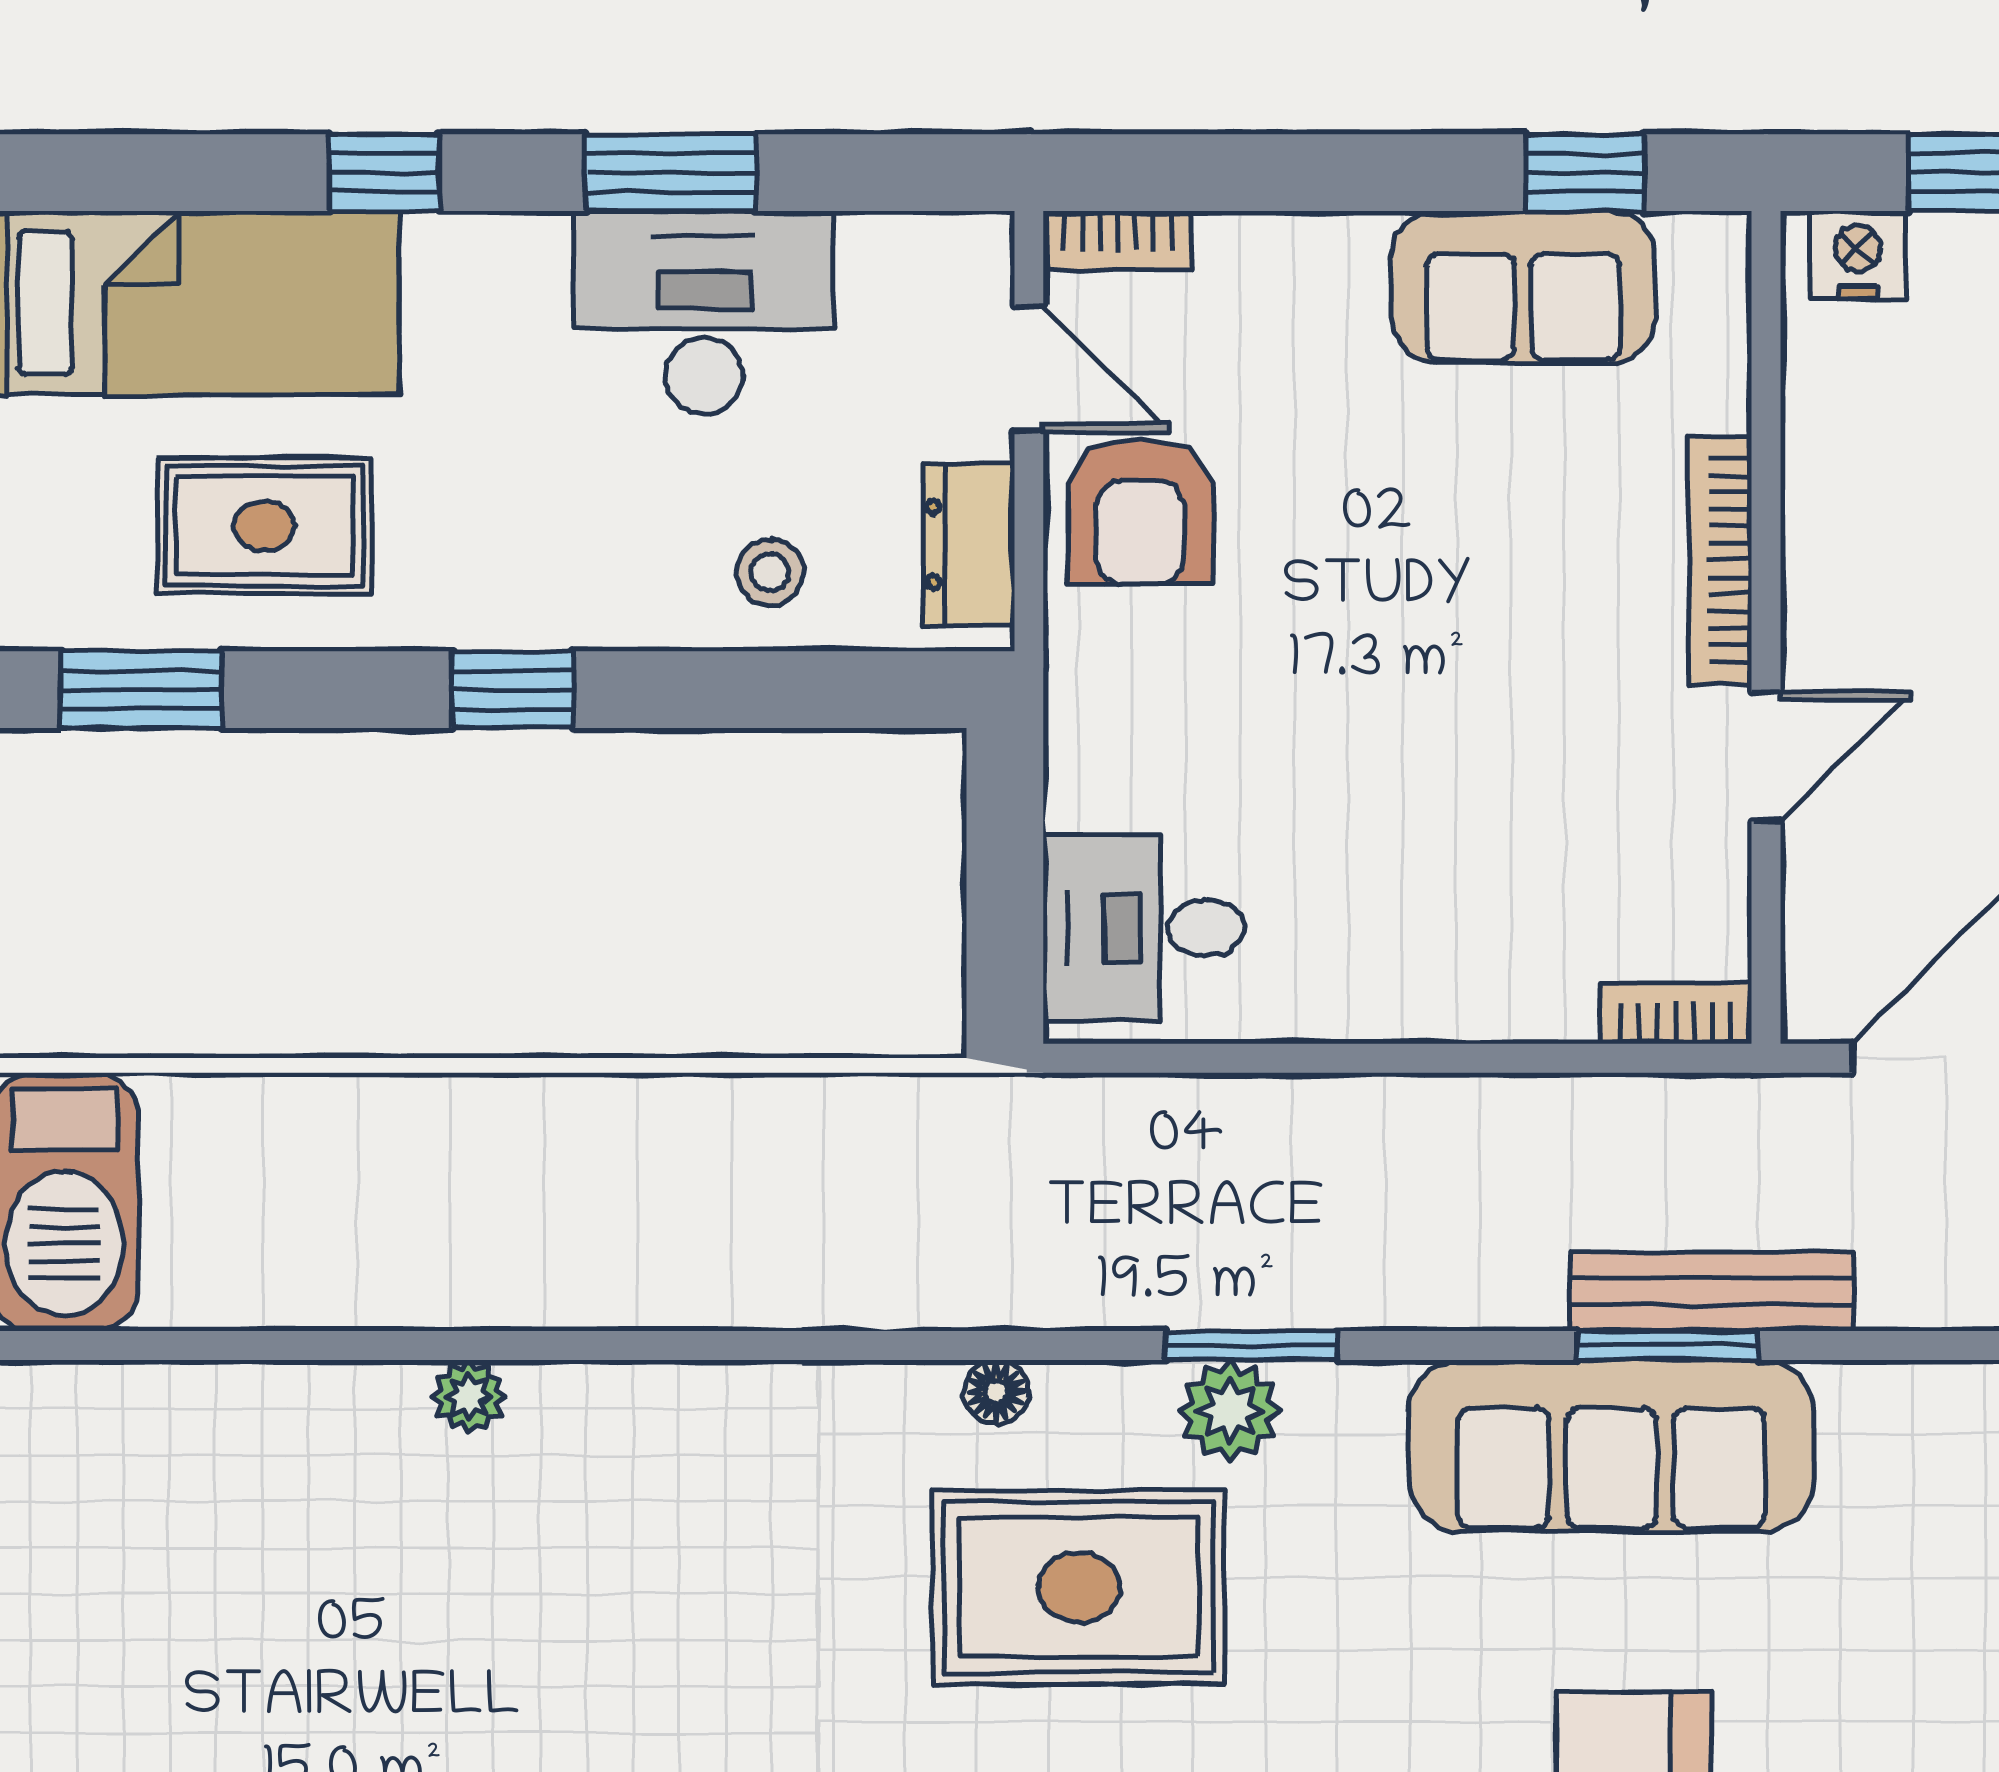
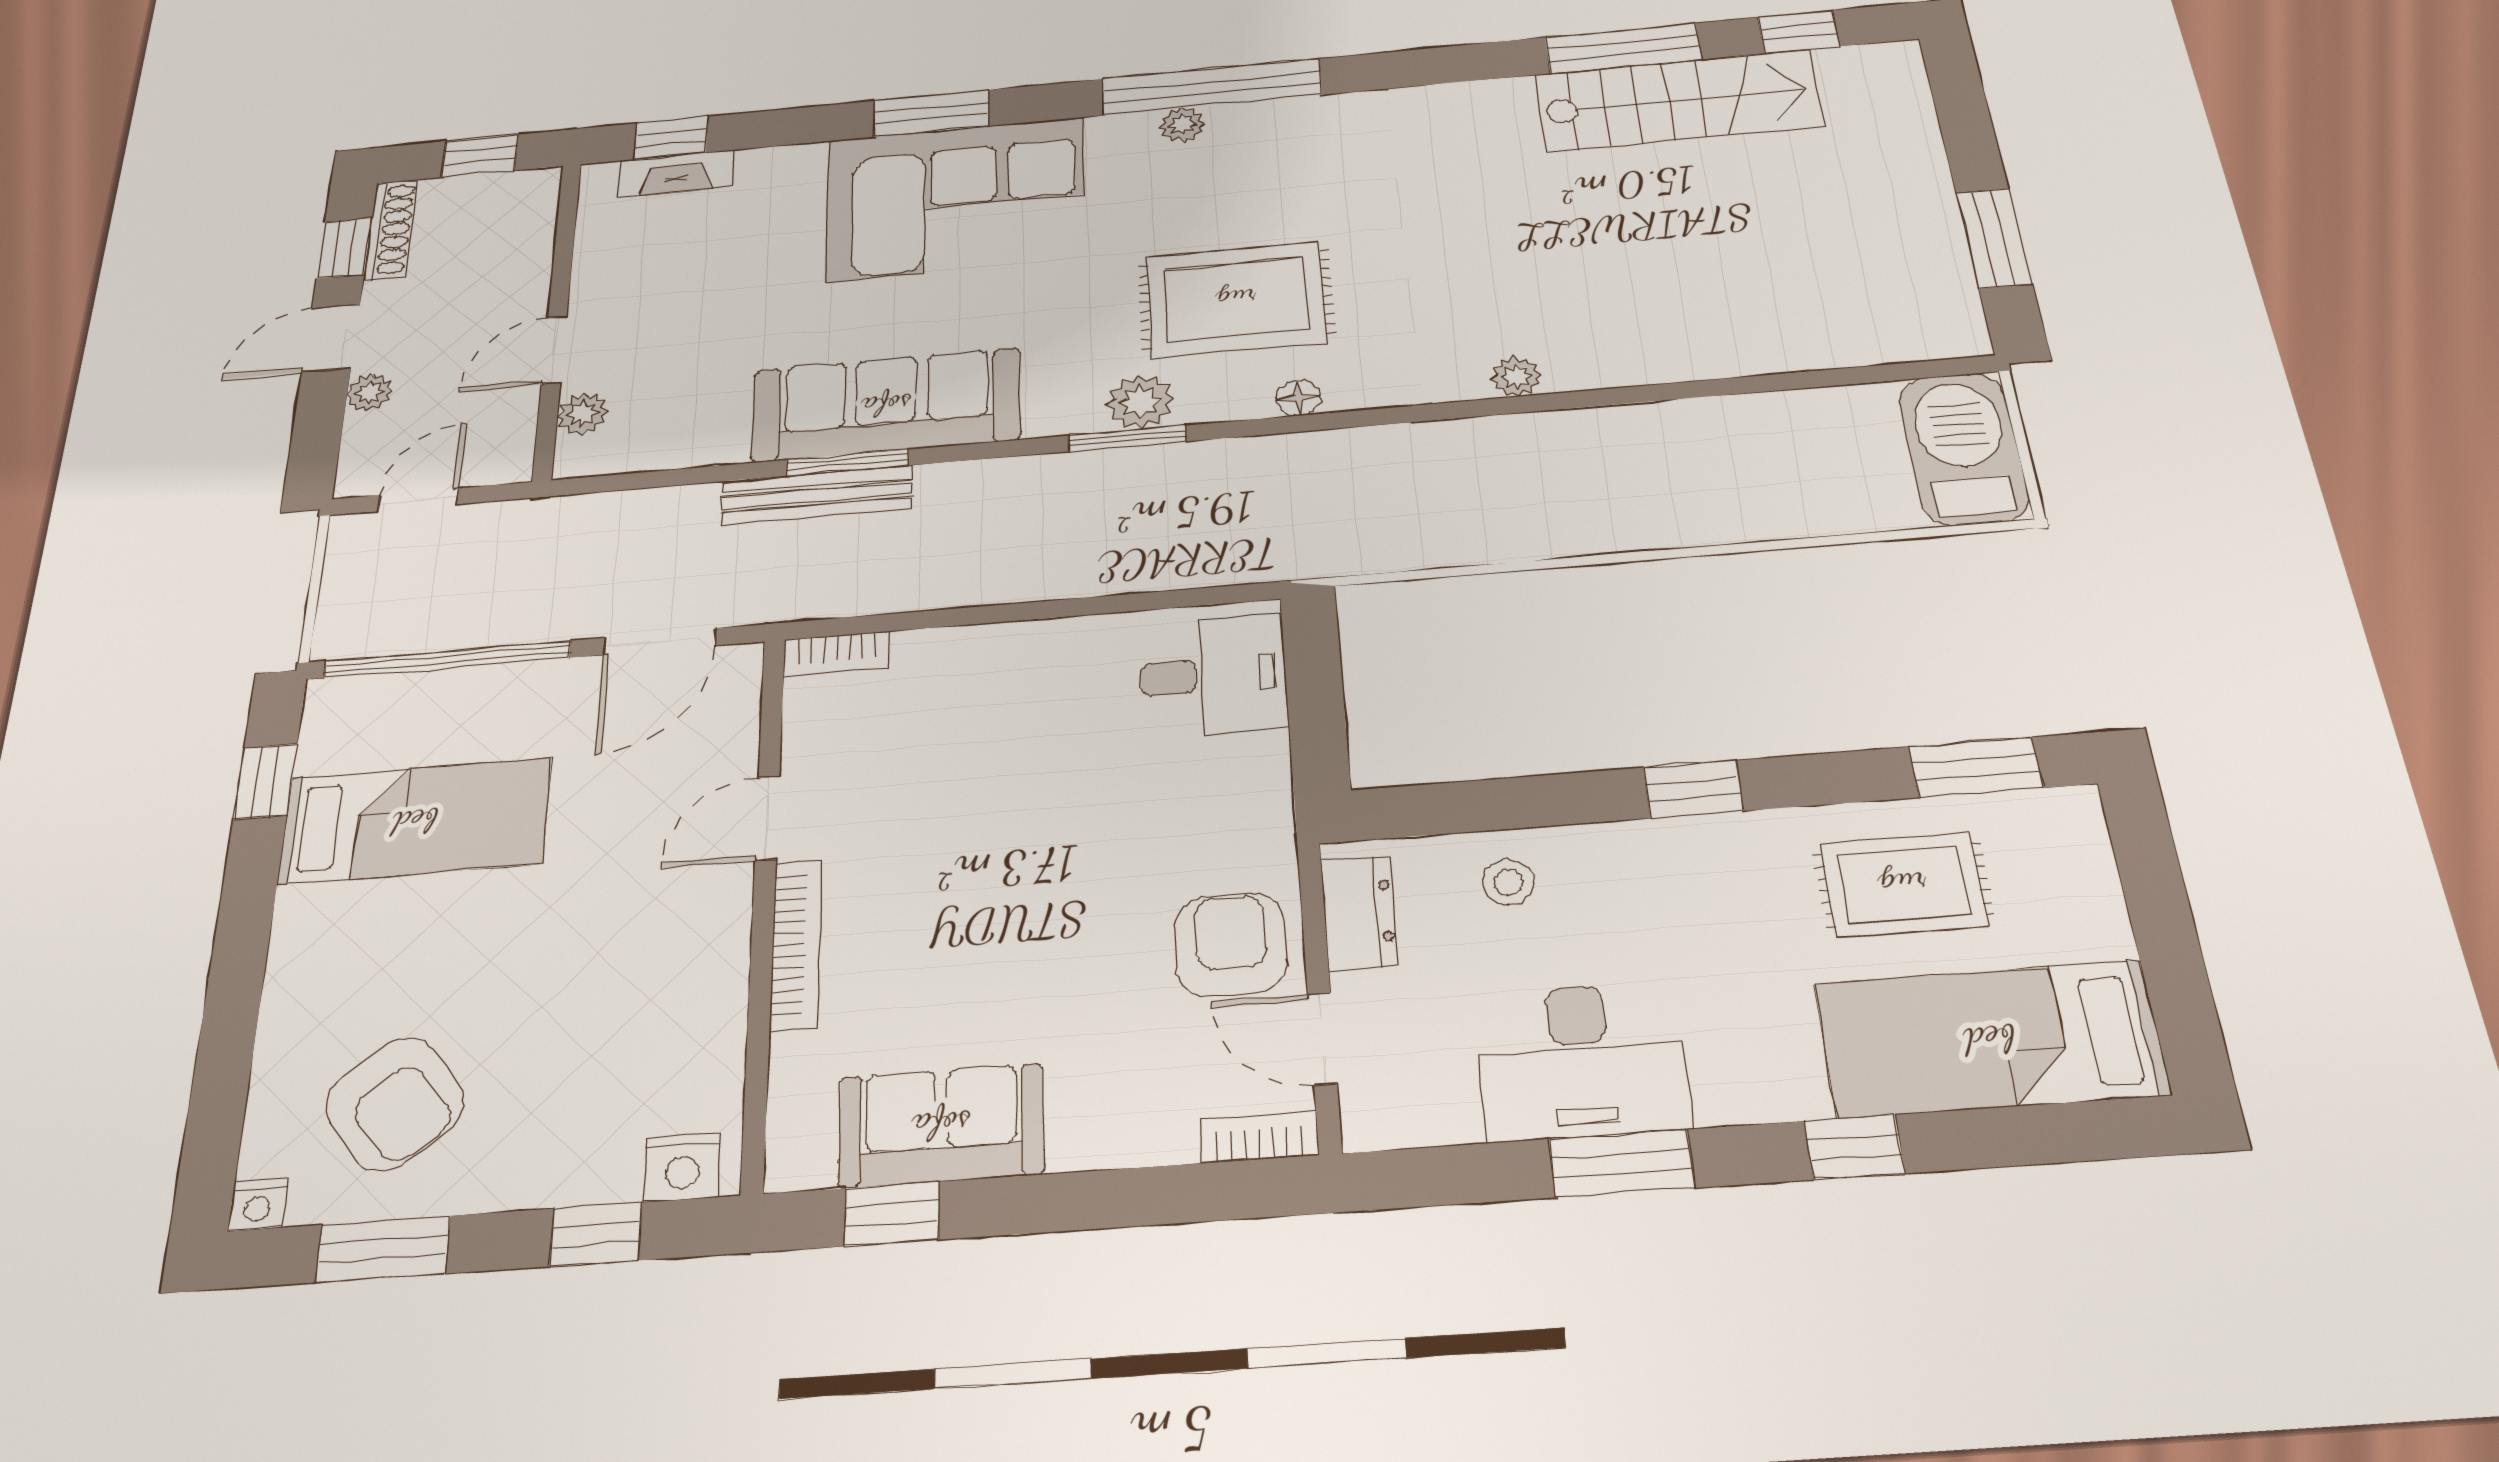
plant: (469, 1397) -> (1516, 377), moved

